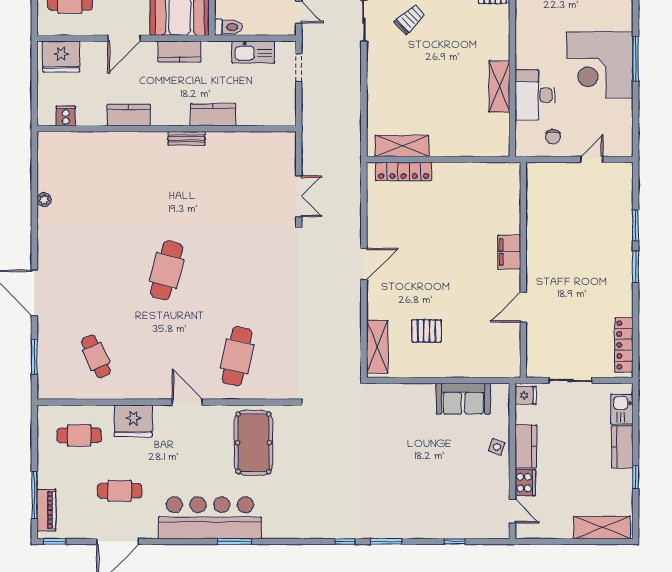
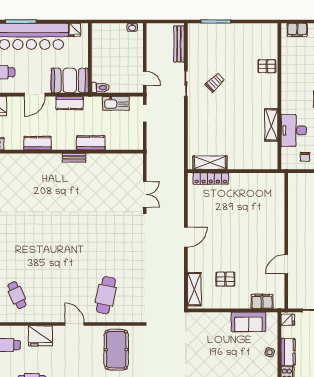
filing cabinet: (509, 252) -> (262, 301), moved, turned 90
cafe table: (167, 270) -> (61, 241), removed

